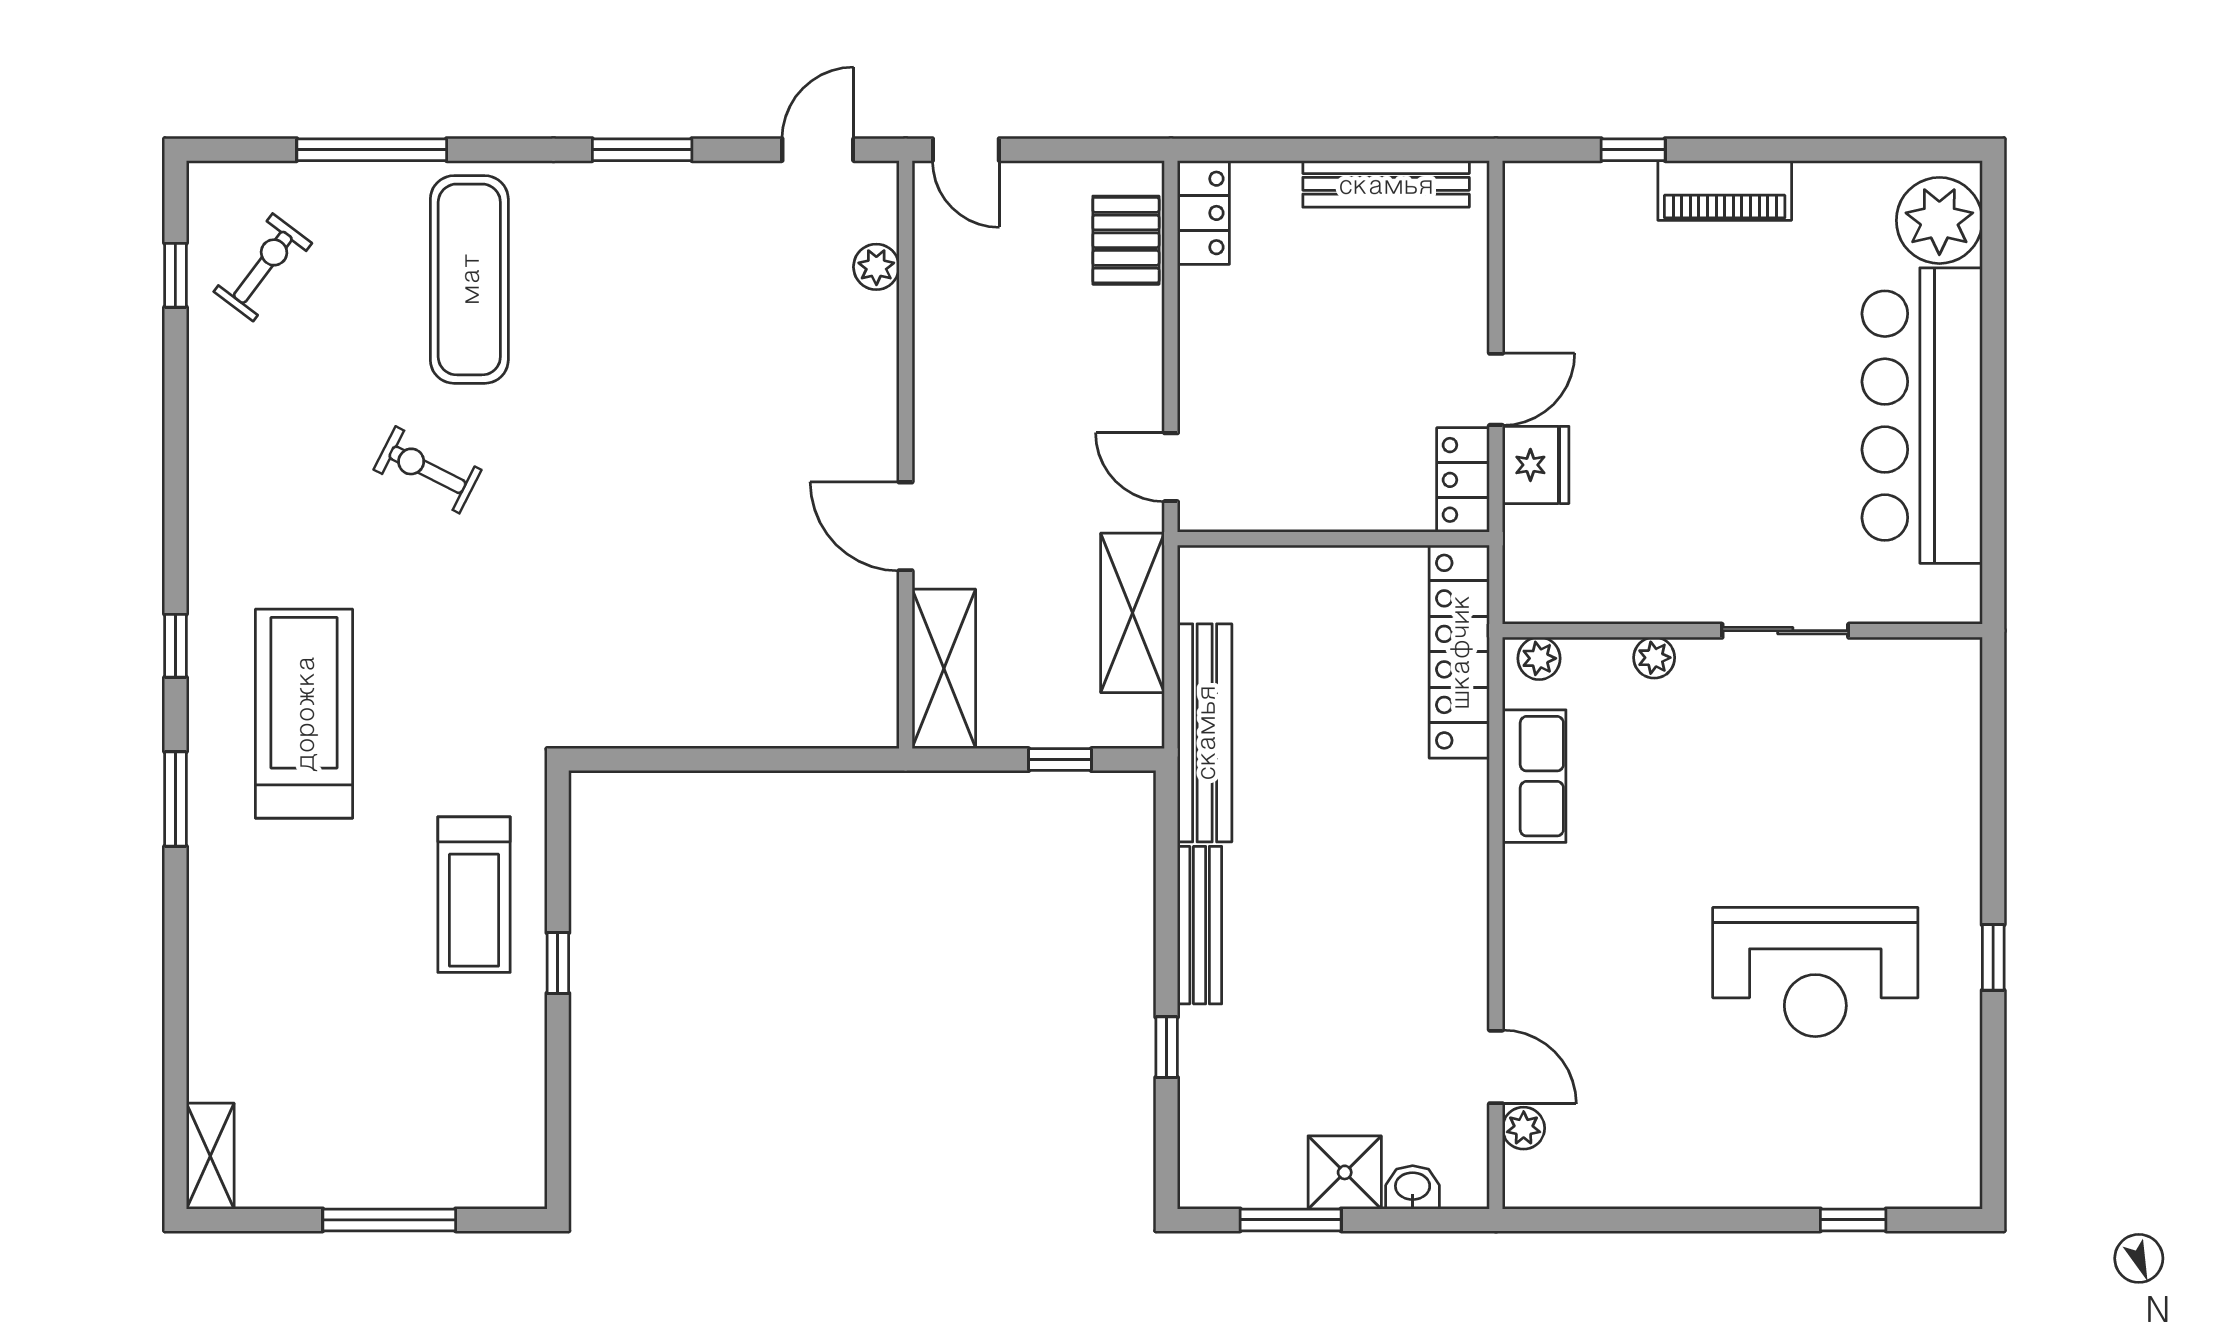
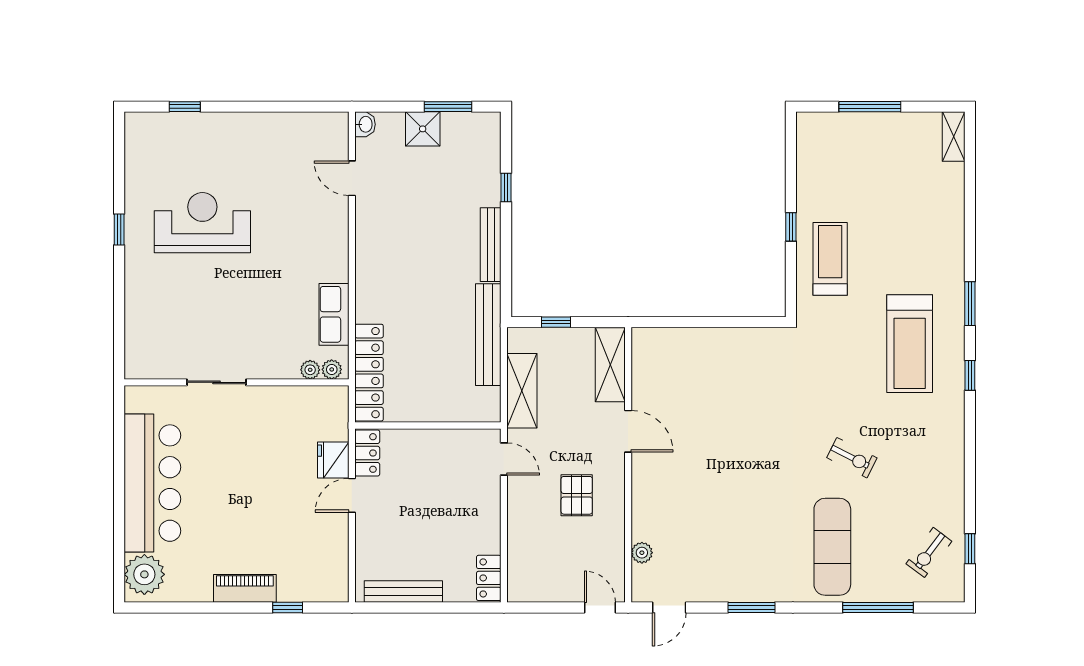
pallet: (1126, 240) -> (577, 495), moved
plant: (1654, 658) -> (310, 370), moved
plant: (1524, 1128) -> (339, 150), removed
washbasin: (1413, 1187) -> (365, 124), moved, turned -90

